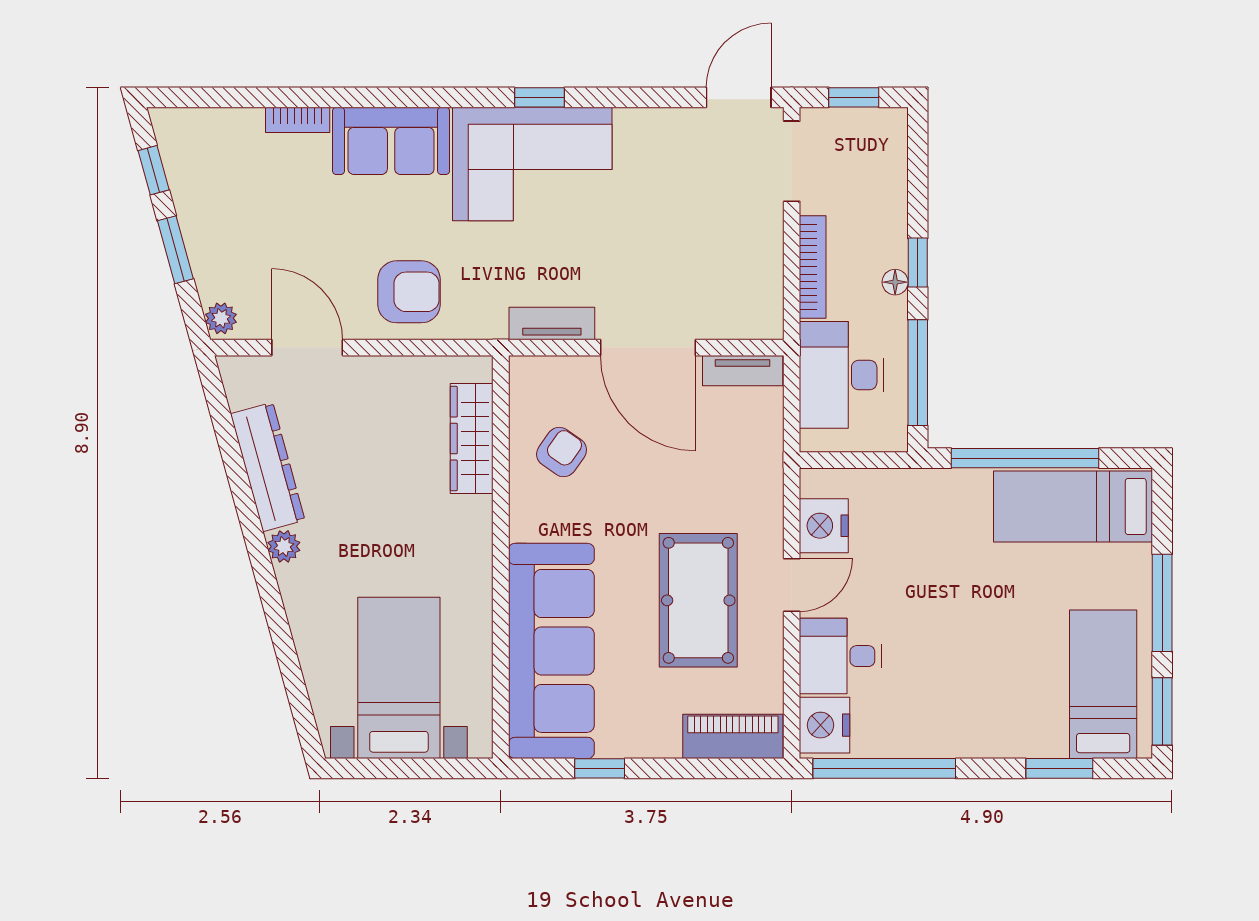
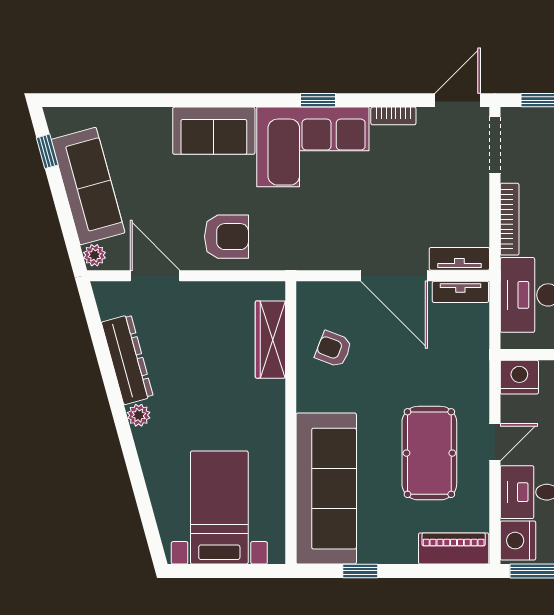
bookcase: (298, 120) -> (393, 116), moved
sofa: (212, 220) -> (88, 186), added
window: (175, 250) -> (63, 207), removed
tv unit: (552, 323) -> (459, 259), moved
armchair: (562, 452) -> (333, 349), turned -104
nightstand: (824, 526) -> (519, 377), moved, turned 90

